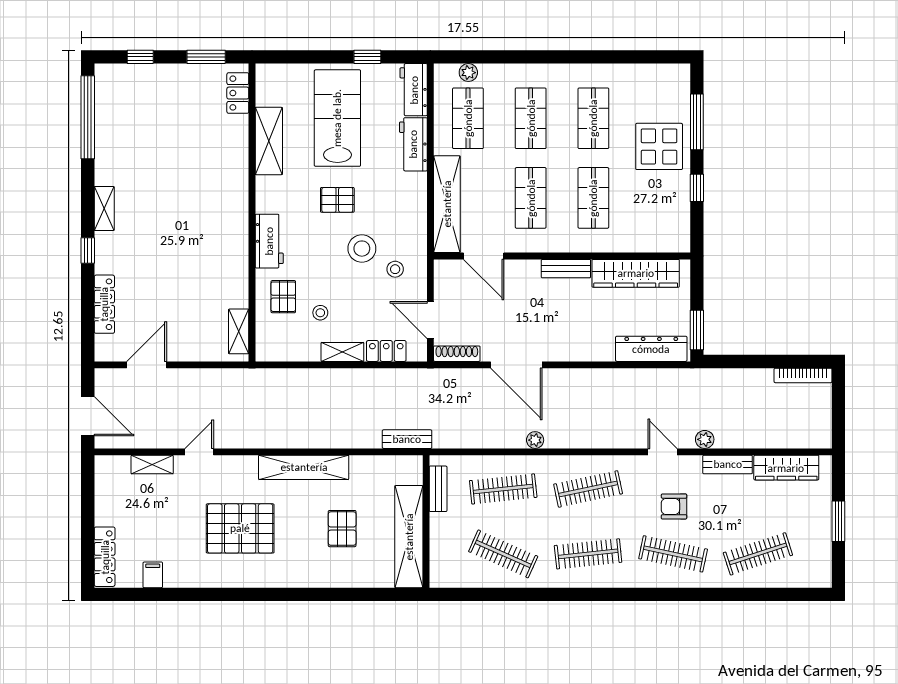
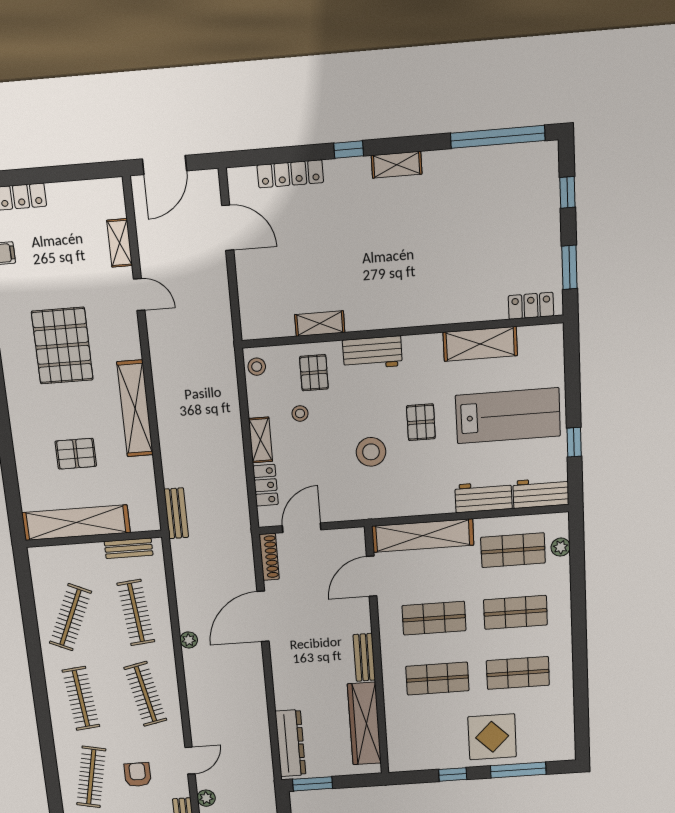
stool: (395, 269) -> (257, 367), moved
pallet: (283, 297) -> (314, 373), turned 90
shelving: (239, 331) -> (320, 324), moved

